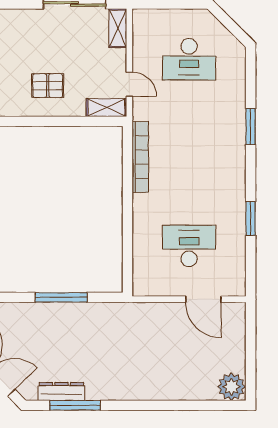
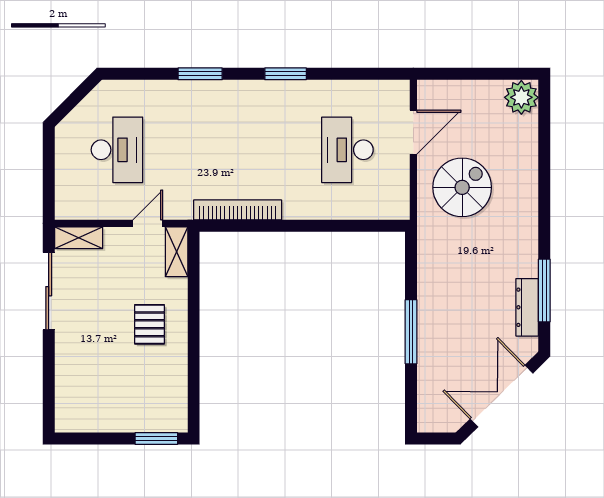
window: (251, 219) -> (286, 74), moved
window: (61, 297) -> (411, 332), moved
spiral stairs: (159, 339) -> (462, 187), added

